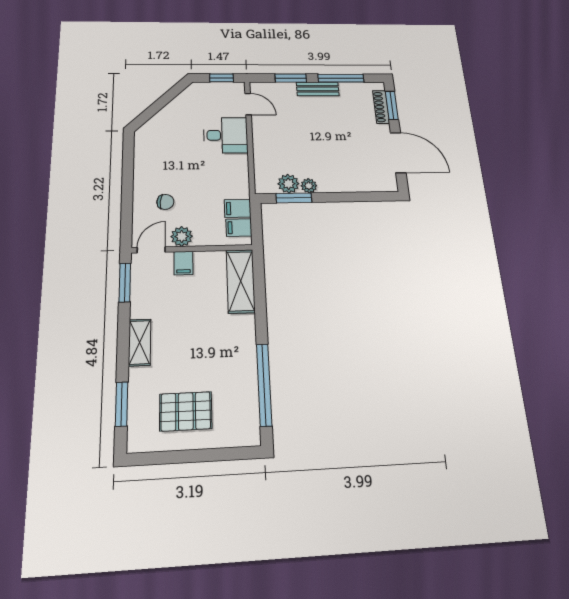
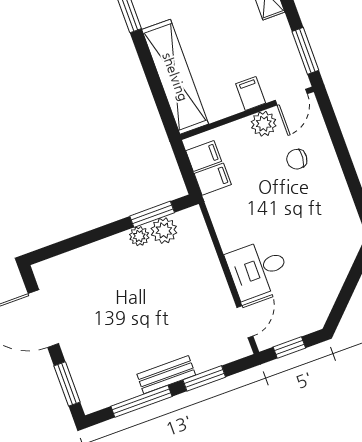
door: (248, 104) -> (245, 322), swing flipped
shoe rack: (381, 107) -> (80, 377), removed
shelving: (241, 281) -> (175, 77), width x1.47

